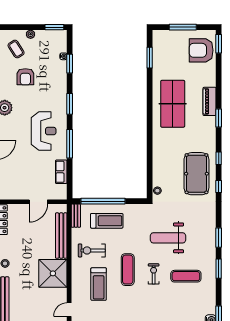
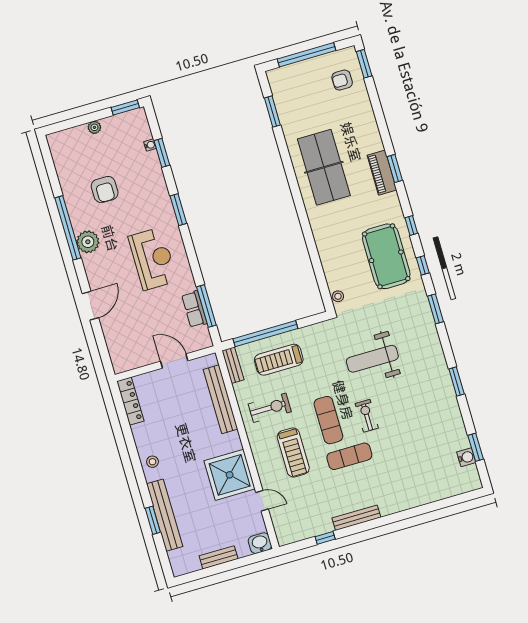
window: (183, 27) -> (307, 55), width x1.46
coffee table: (16, 49) -> (80, 154), removed
armchair: (201, 50) -> (342, 80), width x0.53, depth x0.53
piano: (210, 101) -> (382, 173), moved
window: (70, 144) -> (206, 306), moved
door: (38, 202) -> (174, 361), swing flipped
treadmill: (107, 221) -> (279, 360), turned 180
window: (219, 238) -> (435, 309), moved
exercise bike: (92, 250) -> (270, 408), turned 180
shower: (53, 273) -> (230, 475), moved
exercise mat: (186, 276) -> (349, 456), moved
door: (69, 310) -> (262, 501), swing flipped

